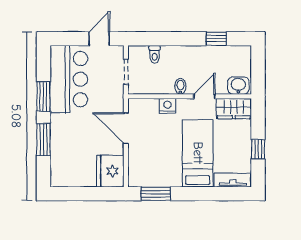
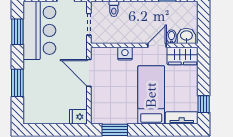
bidet: (180, 86) -> (171, 37), moved
window: (43, 97) -> (17, 32), moved
window: (258, 149) -> (204, 104), moved
fridge: (110, 171) -> (78, 117), width x0.53, depth x0.75

